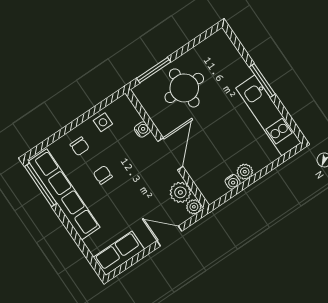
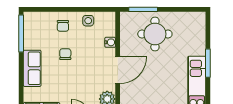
row of seats: (64, 194) -> (32, 68), width x0.50

